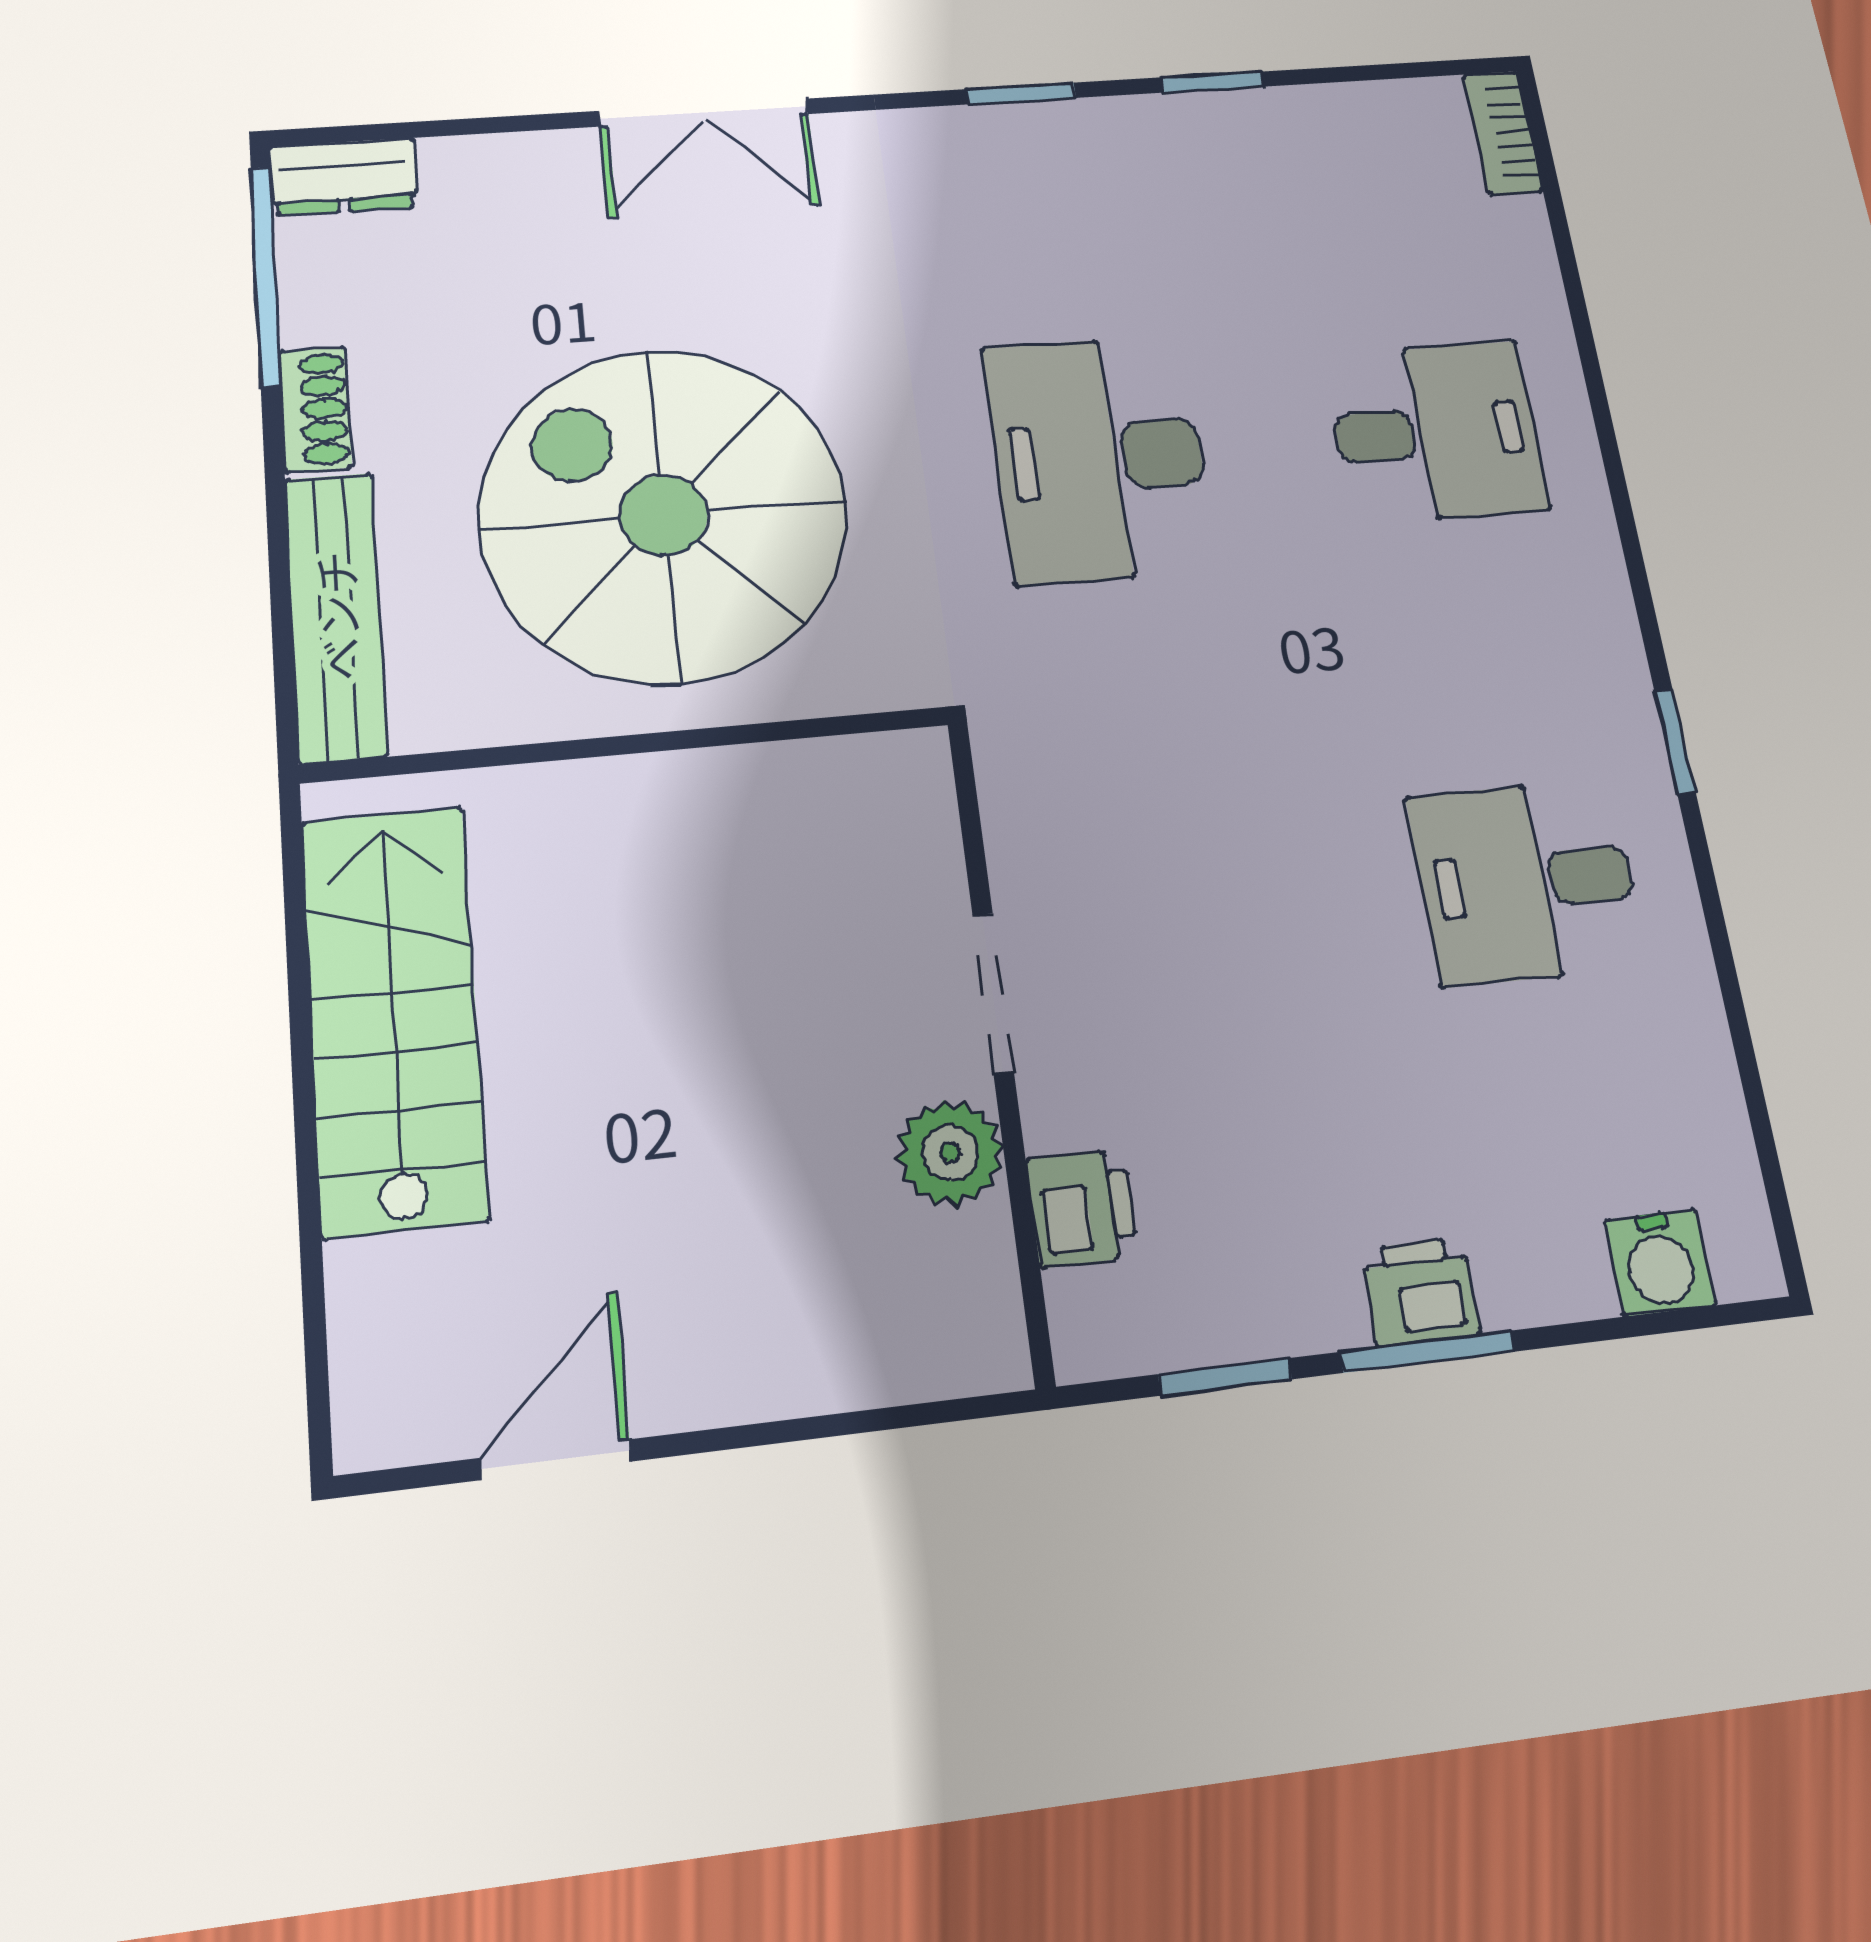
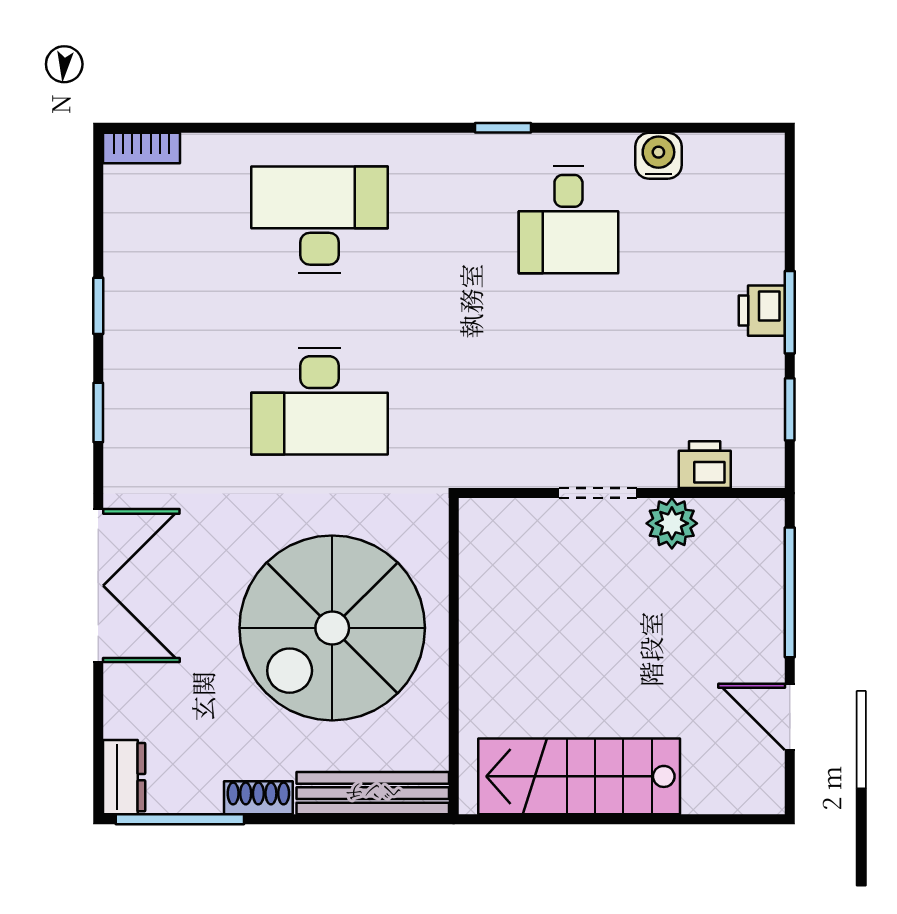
double door: (704, 112) -> (98, 586), width x1.37
desk: (1436, 432) -> (320, 220), width x1.37
water cooler: (1660, 1262) -> (658, 156), moved, turned -90
window: (832, 1425) -> (790, 592), added

